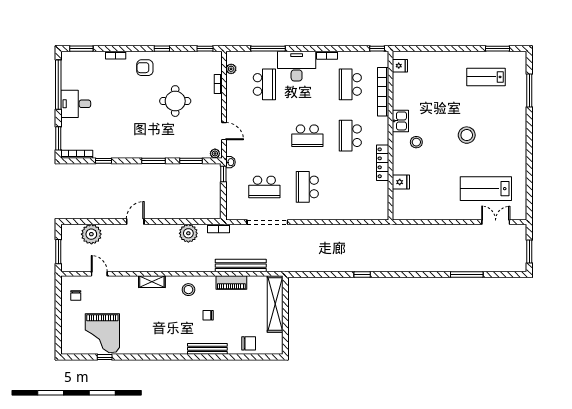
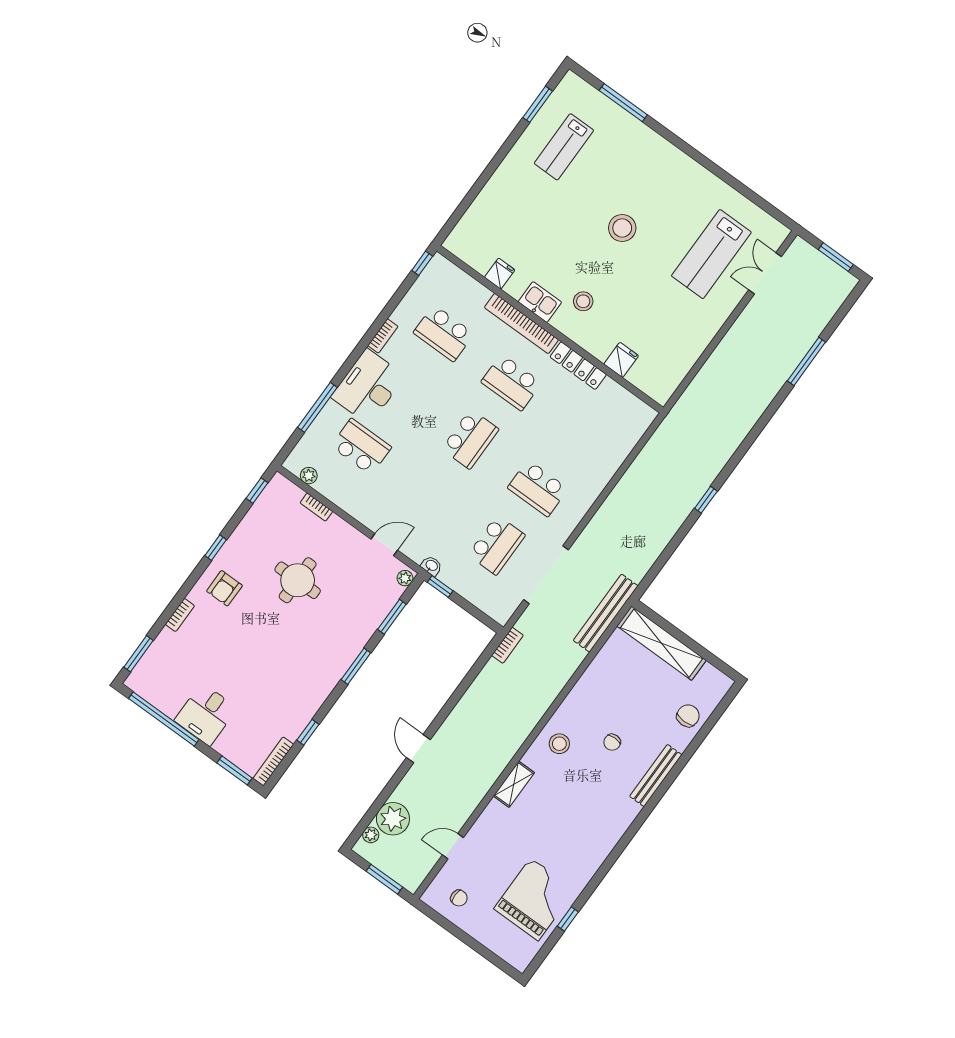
fridge: (400, 66) -> (500, 274), moved
bookcase: (383, 92) -> (521, 324), moved
plant: (188, 233) -> (371, 835), moved, width x0.53, depth x0.53
bench: (241, 266) -> (606, 613), moved
piano: (231, 283) -> (591, 680), removed
grand piano: (102, 333) -> (534, 899), turned -90

